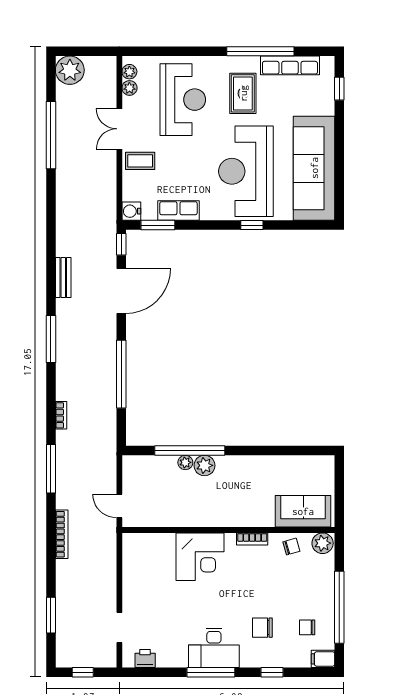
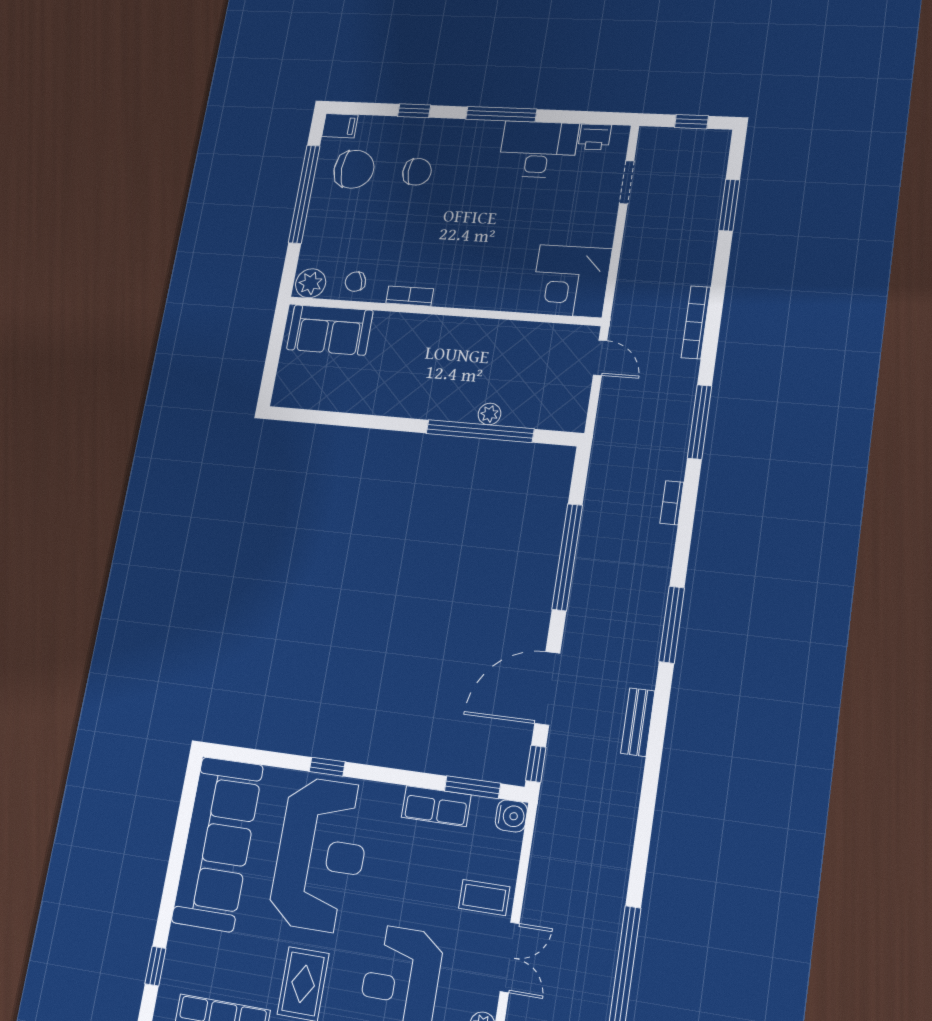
plant: (204, 465) -> (461, 407), removed
corner desk: (200, 557) -> (571, 281), moved, turned -90
chair: (307, 627) -> (354, 169), width x1.87, depth x1.87
desk: (214, 648) -> (538, 149), moved

